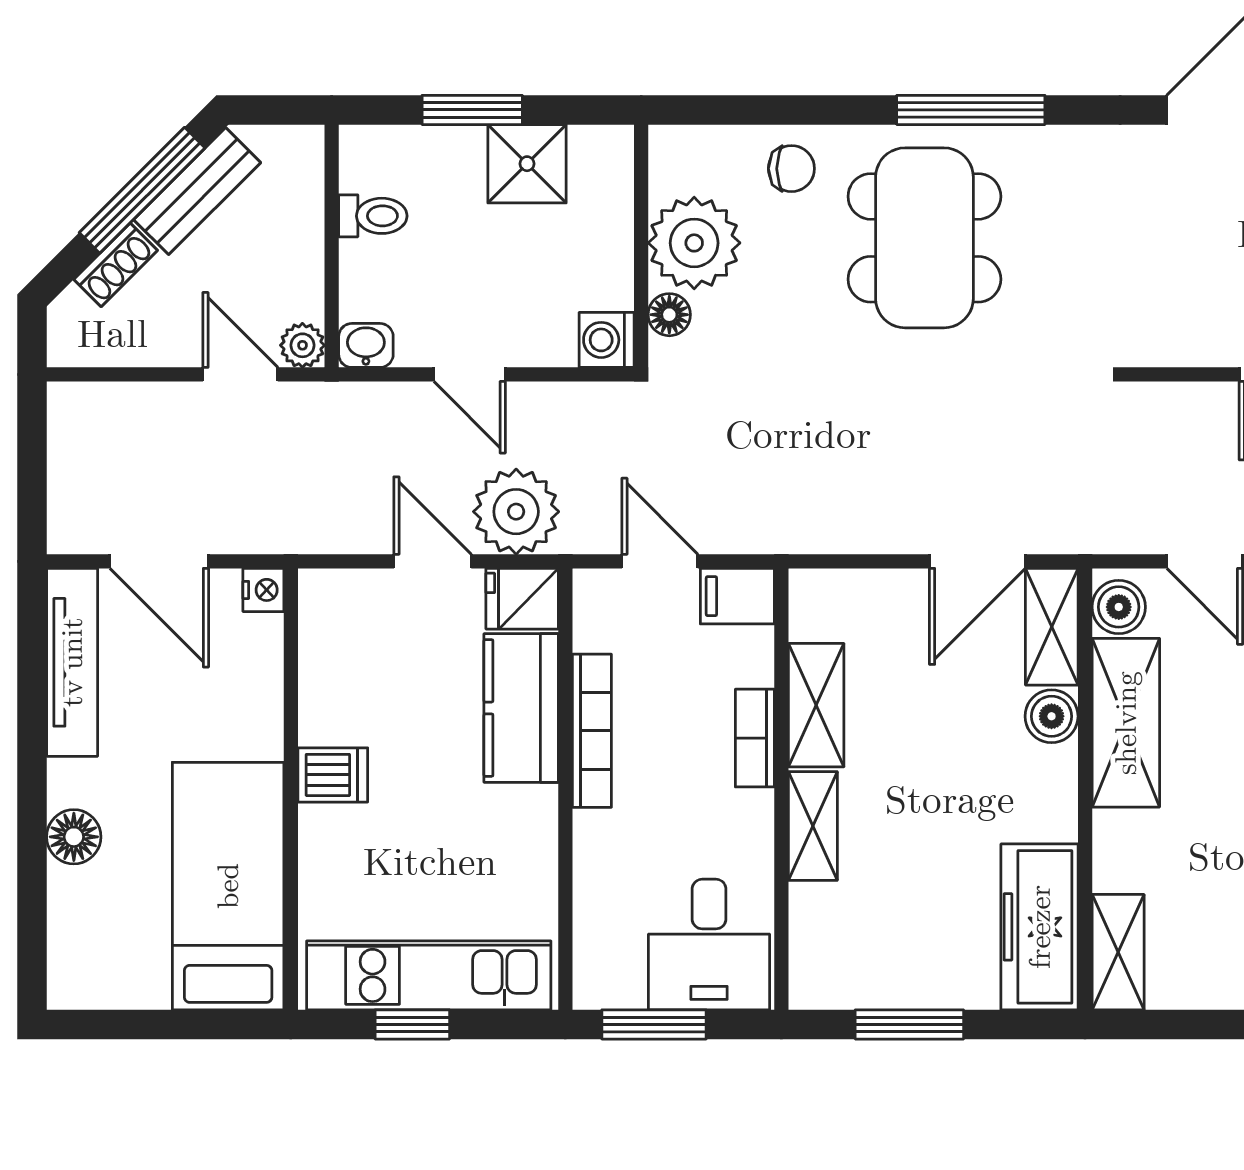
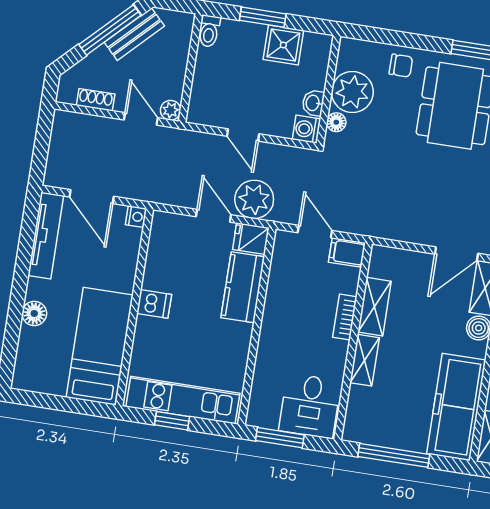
toilet: (373, 216) -> (209, 31), moved, turned 90
shoe rack: (116, 265) -> (96, 100), moved, turned -135
washbasin: (366, 345) -> (313, 103), moved, turned -90
bookcase: (592, 731) -> (273, 302), removed
freezer: (1040, 927) -> (456, 407), width x1.36, depth x1.26
window: (909, 1024) -> (394, 455), width x1.44

